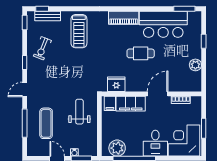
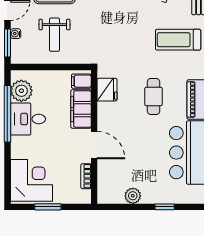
cafe table: (141, 53) -> (154, 96), moved
weight bench: (79, 112) -> (54, 35), moved, turned 90
desk: (155, 143) -> (28, 119), moved

